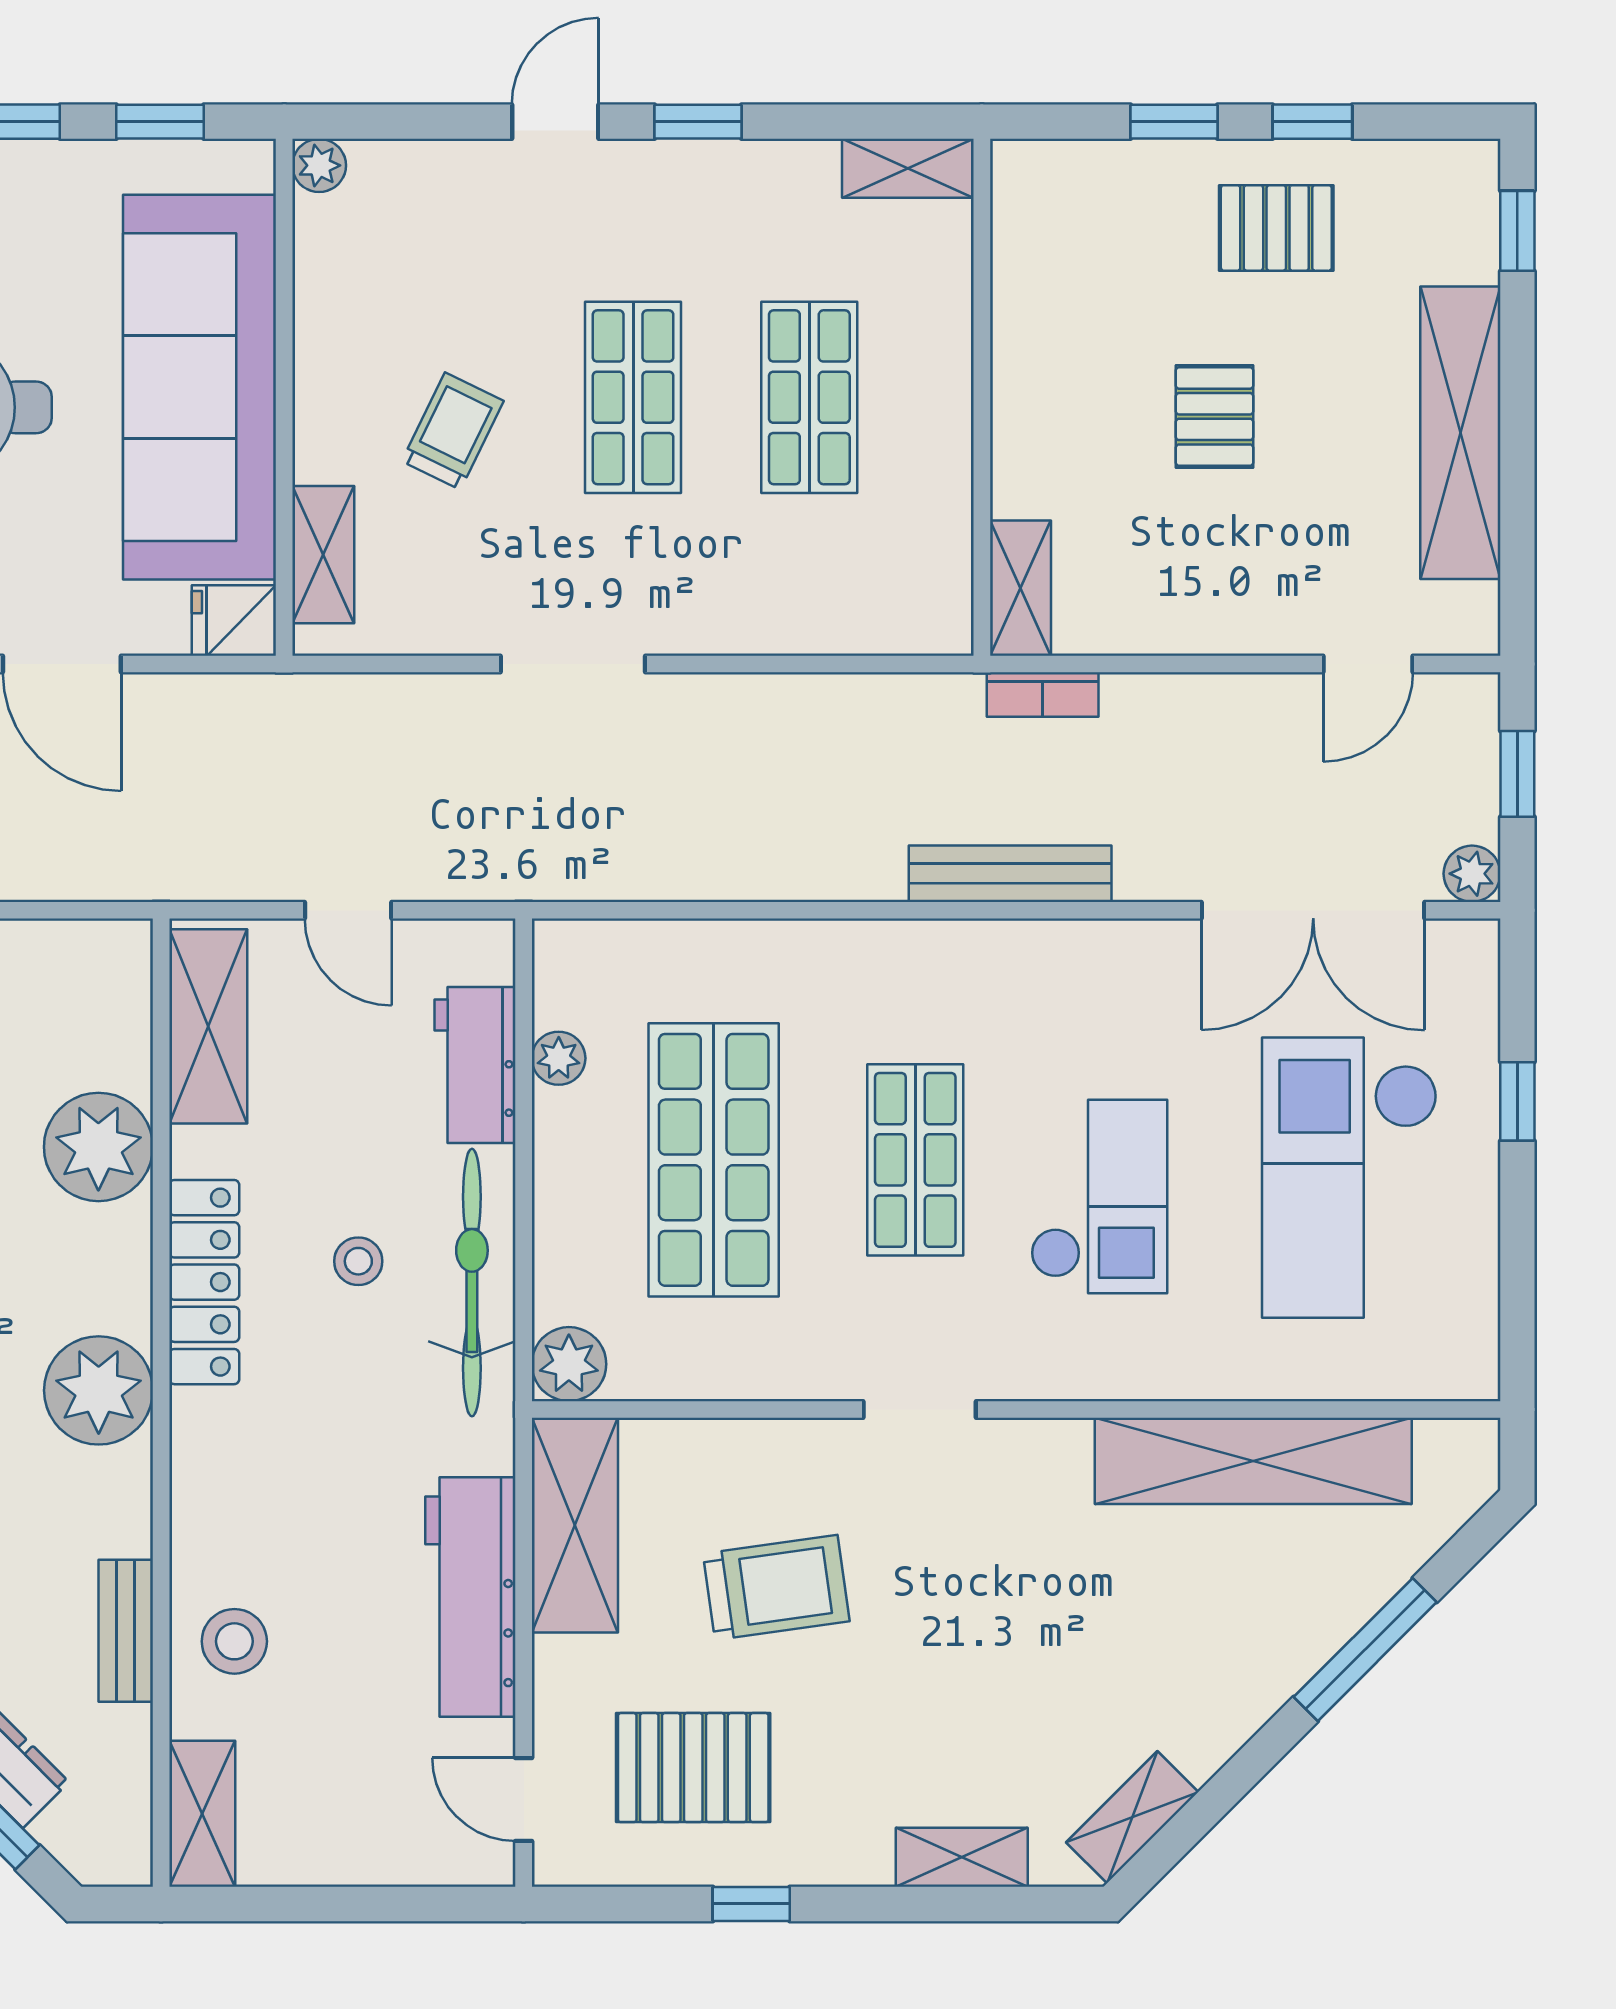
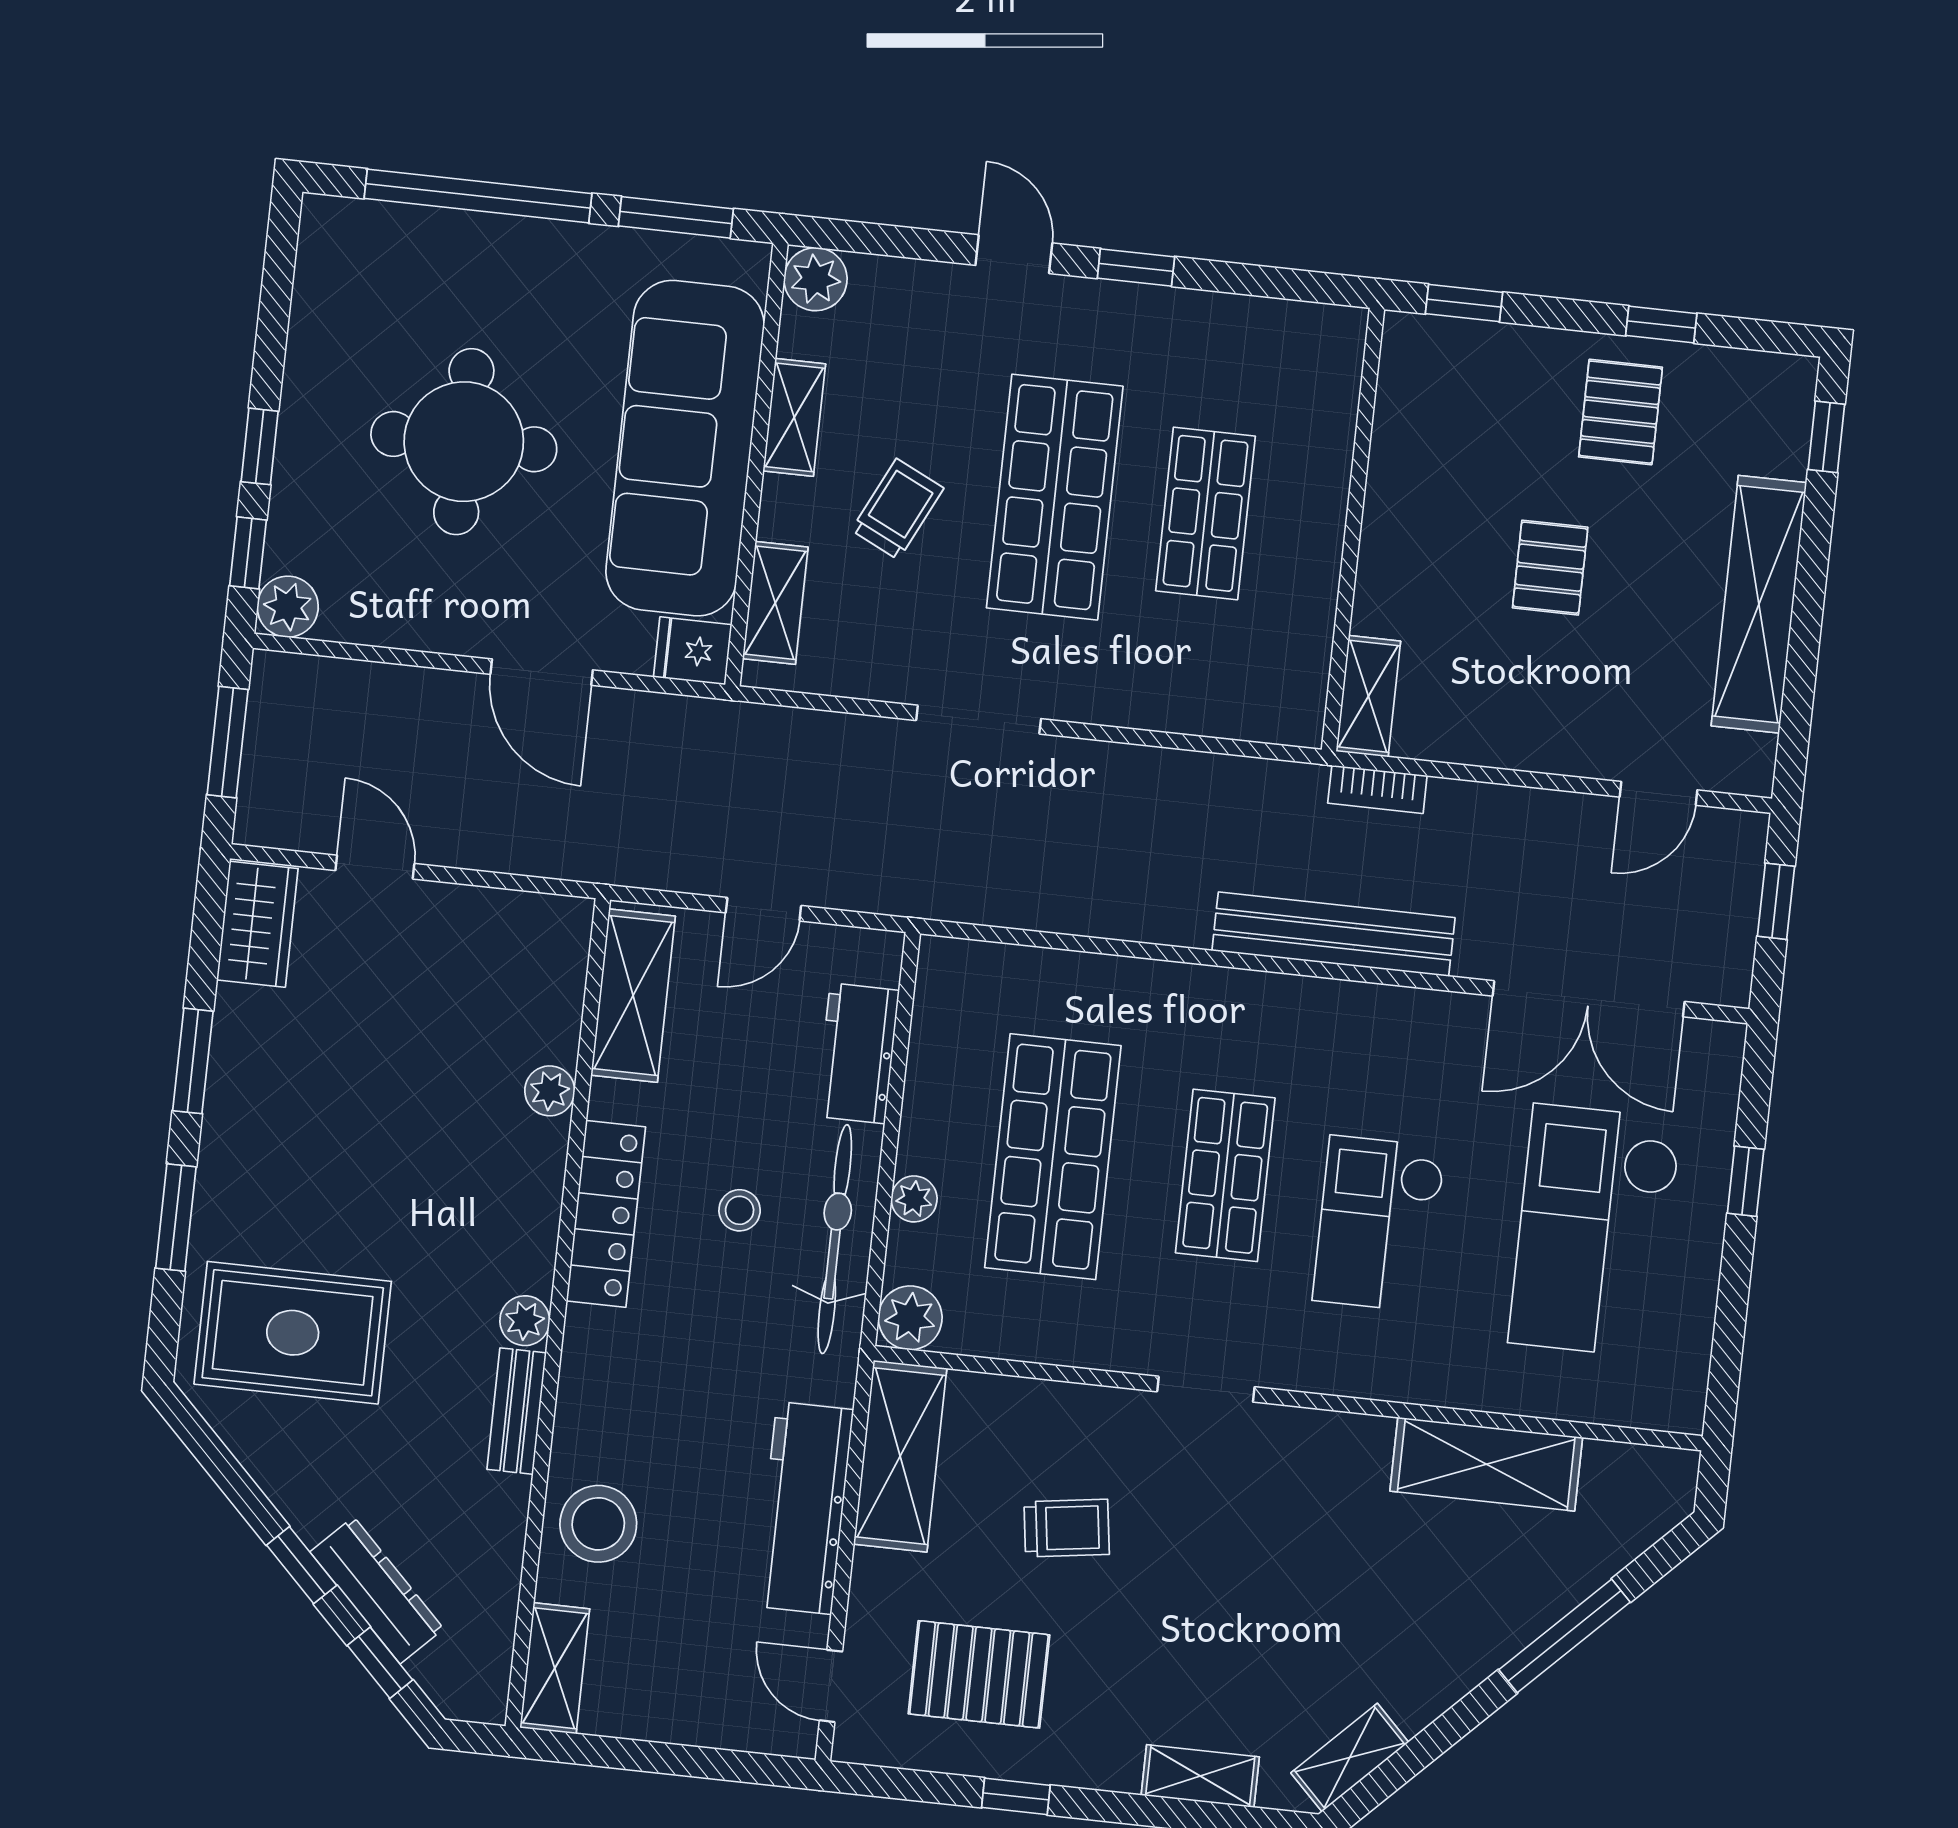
window: (160, 122) -> (676, 217), width x1.50
door: (555, 122) -> (1014, 254), hinge flipped
window: (1174, 122) -> (1464, 303), moved
plant: (319, 165) -> (815, 279), width x1.38, depth x1.38
shelving: (908, 168) -> (794, 417), moved, turned 90
pallet: (1276, 228) -> (1621, 412), turned 90
shop shelf: (633, 397) -> (1055, 497), width x1.43, depth x1.36
bench: (1010, 874) -> (1333, 934), width x1.37, depth x1.21
plant: (1472, 874) -> (1728, 982), removed
door: (348, 910) -> (763, 909), hinge flipped
plant: (559, 1058) -> (914, 1199), moved
plant: (98, 1147) -> (550, 1091), width x0.53, depth x0.53
checkout: (1099, 1197) -> (1379, 1224), turned 180
plant: (99, 1390) -> (525, 1321), width x0.53, depth x0.53
shelving: (1253, 1461) -> (1486, 1464), width x0.68
trolley: (776, 1587) -> (1067, 1528), width x0.73, depth x0.72
bench: (126, 1631) -> (517, 1411), moved
stool: (234, 1641) -> (598, 1524), width x1.38, depth x1.38

